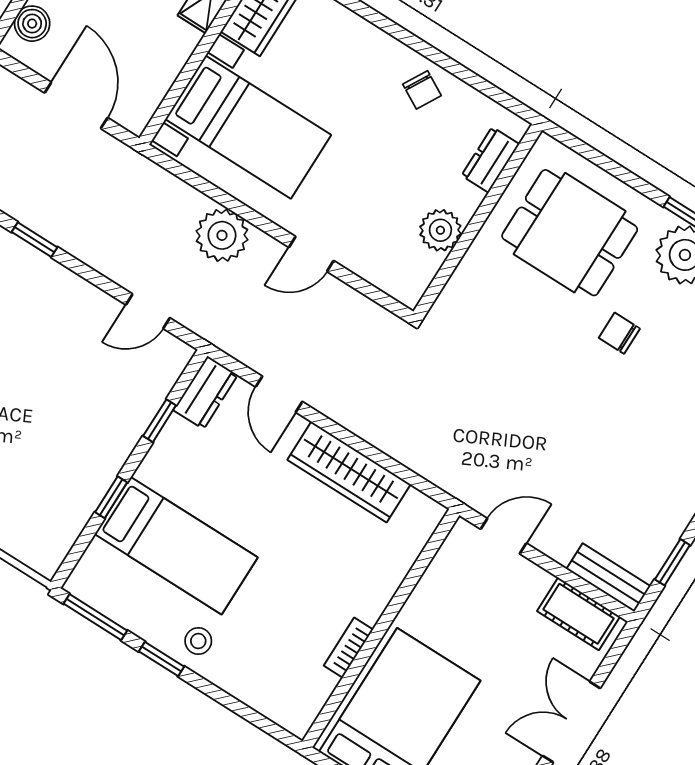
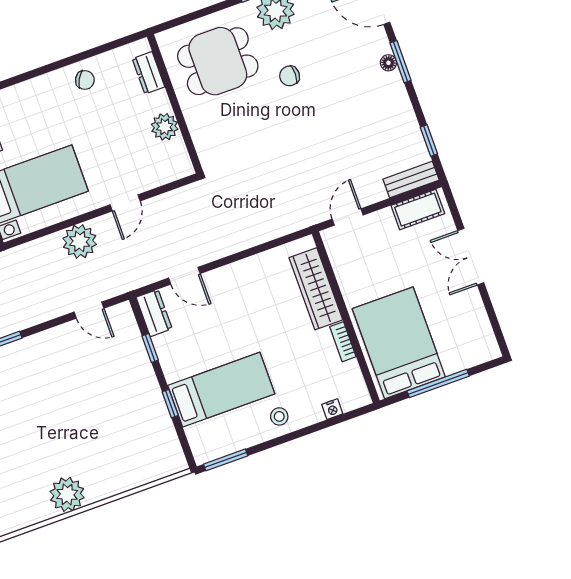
door: (148, 311) -> (89, 310), hinge flipped
wardrobe: (349, 472) -> (316, 289), moved, turned 90
window: (162, 659) -> (274, 443), removed
nightstand: (257, 698) -> (332, 409), added

